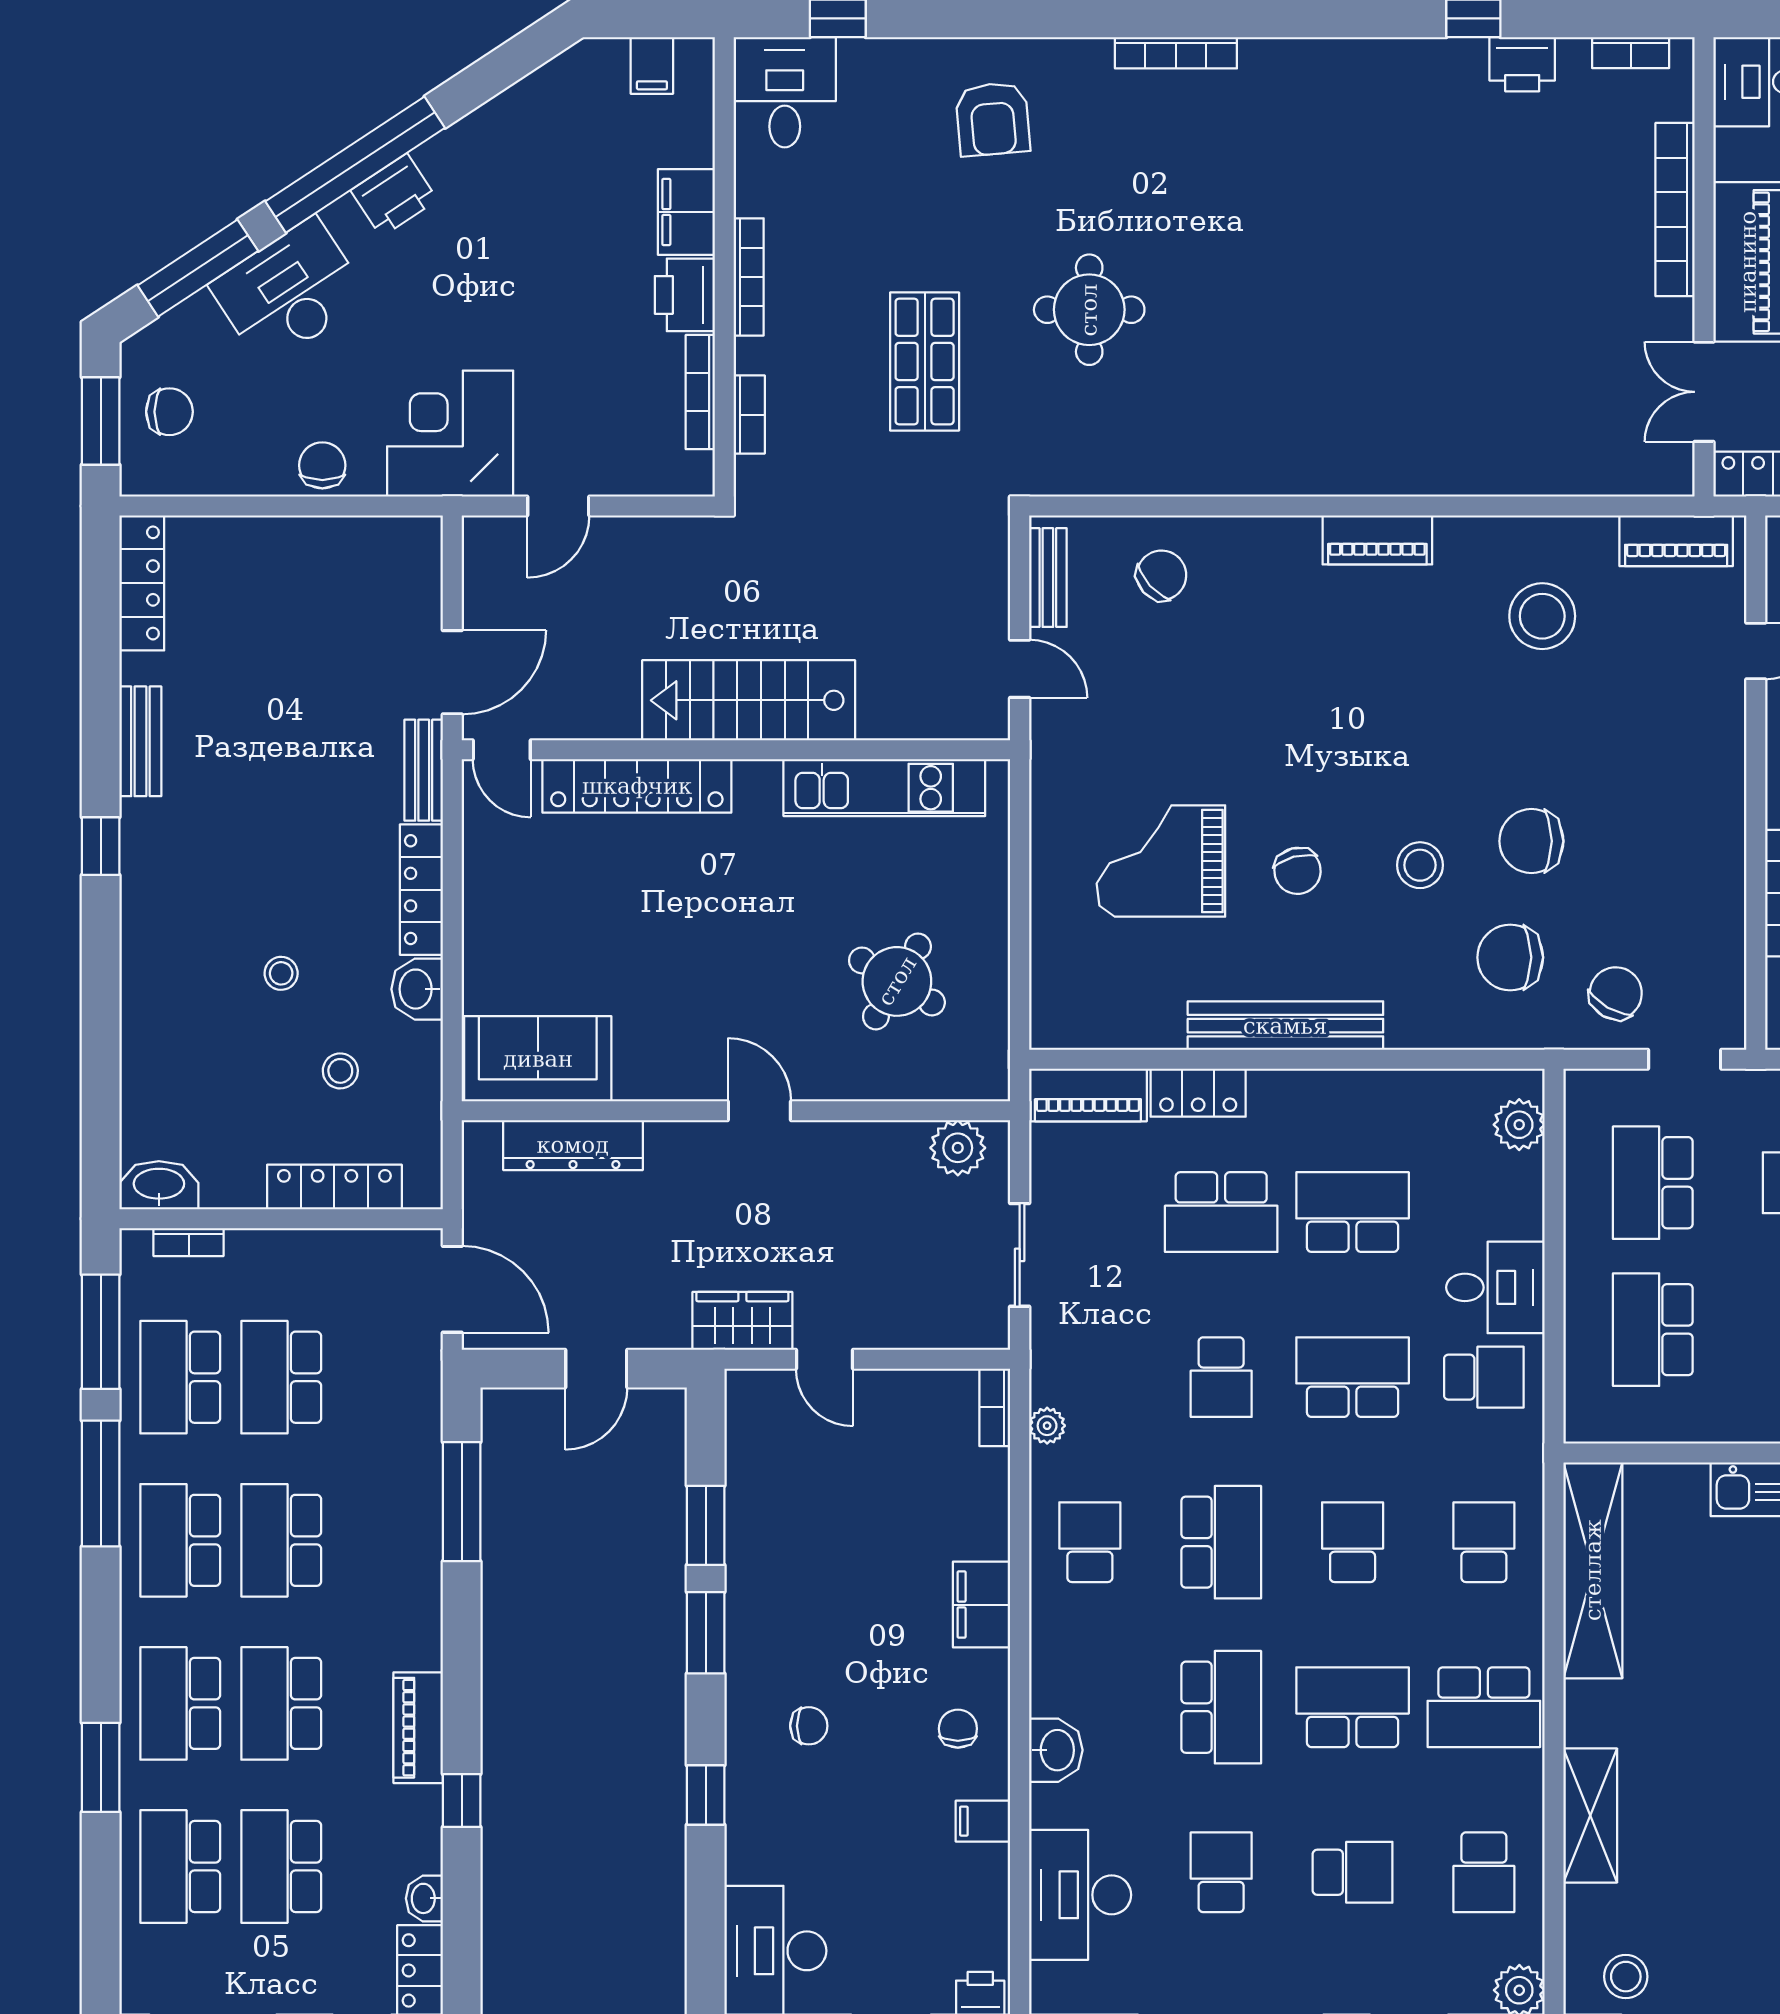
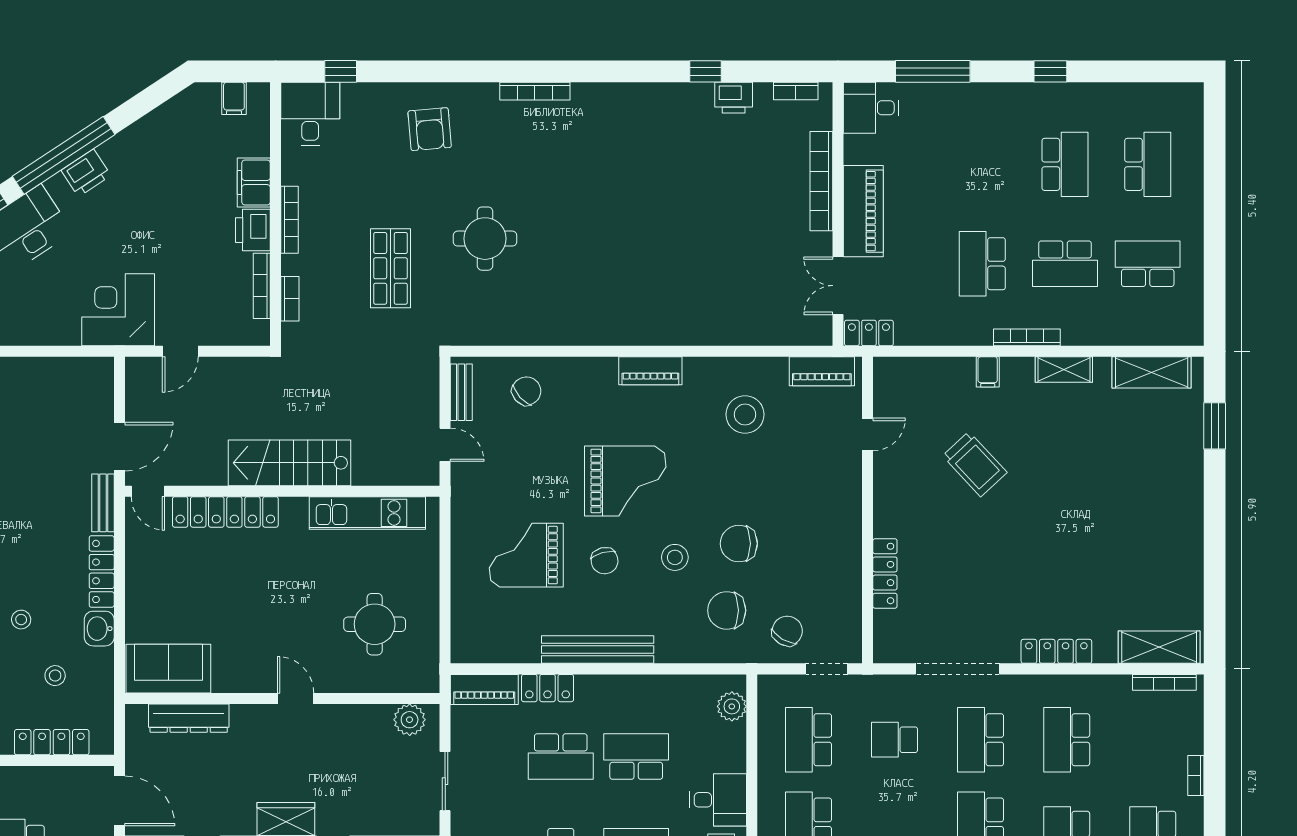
chair: (322, 465) -> (45, 328), removed
grand piano: (1334, 732) -> (625, 481), added
round table: (897, 981) -> (375, 624), turned -31

